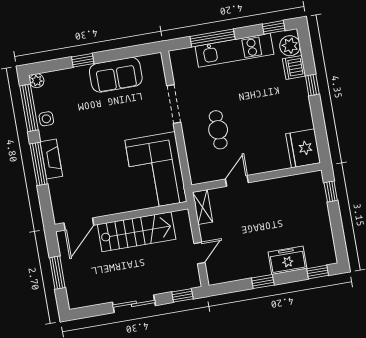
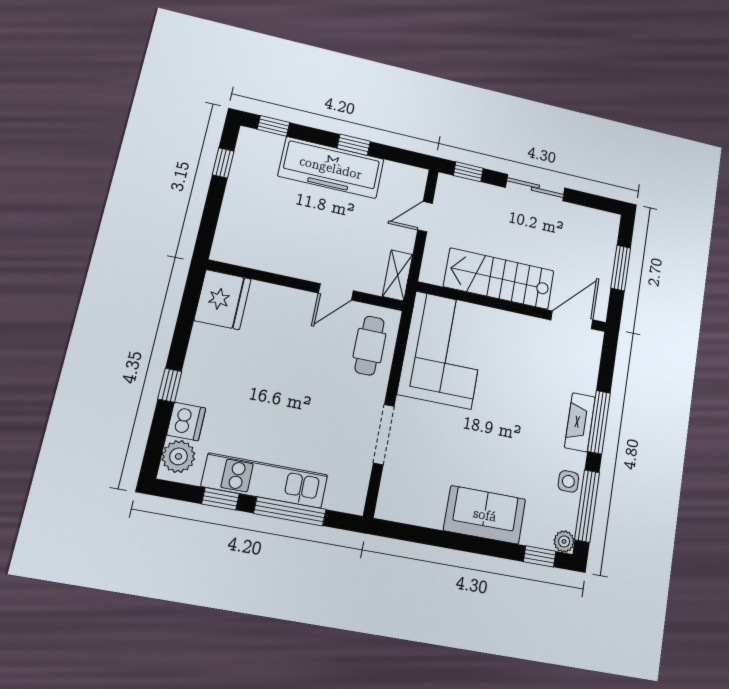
window: (274, 27) -> (220, 499), moved
window: (83, 60) -> (540, 556), moved
sofa: (116, 75) -> (485, 515), moved
cafe table: (218, 130) -> (370, 346), moved
window: (331, 191) -> (223, 163), moved
freezer: (287, 260) -> (331, 168), width x1.91, depth x1.26

